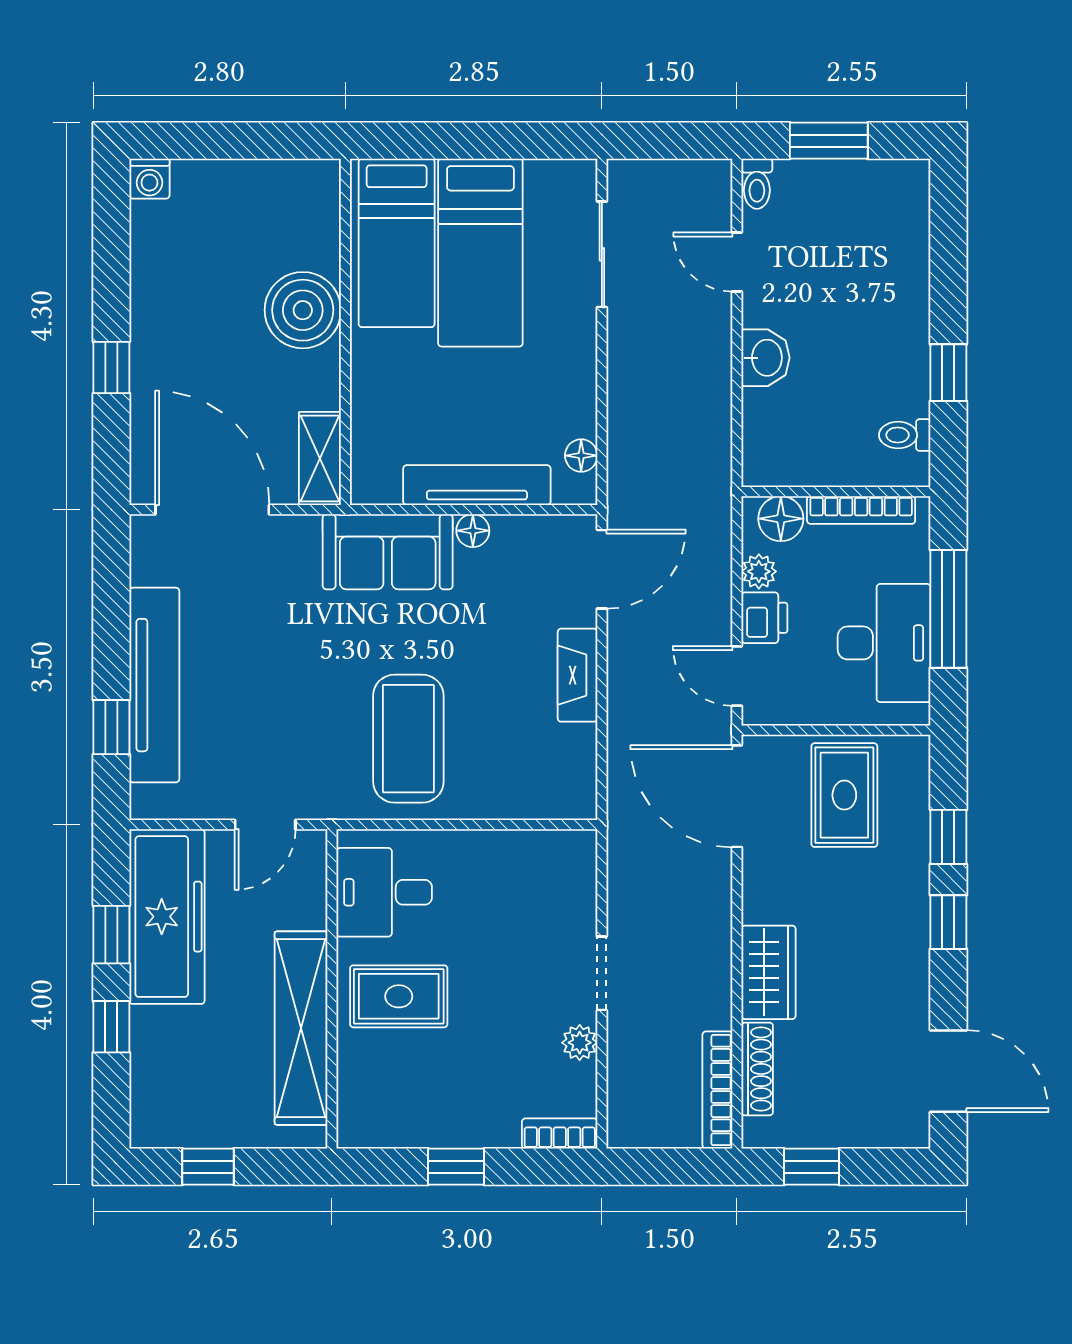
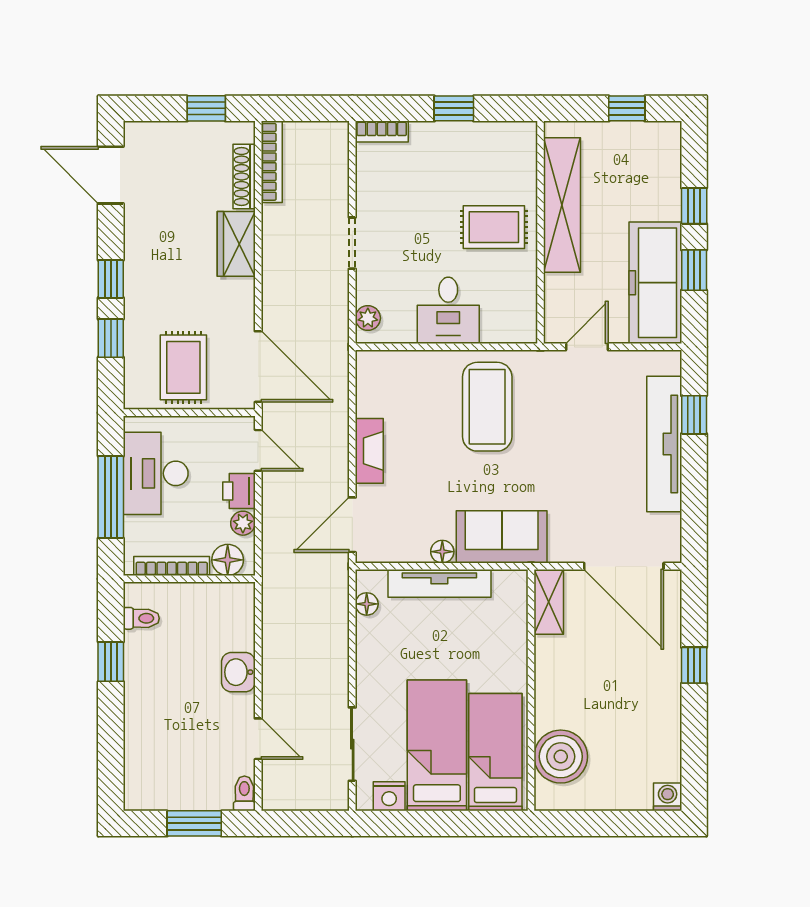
nightstand: (549, 179) -> (389, 796), added
boiler: (303, 310) -> (561, 757), moved
desk: (384, 892) -> (448, 310), moved, turned 90
plant: (580, 1043) -> (368, 318), moved

